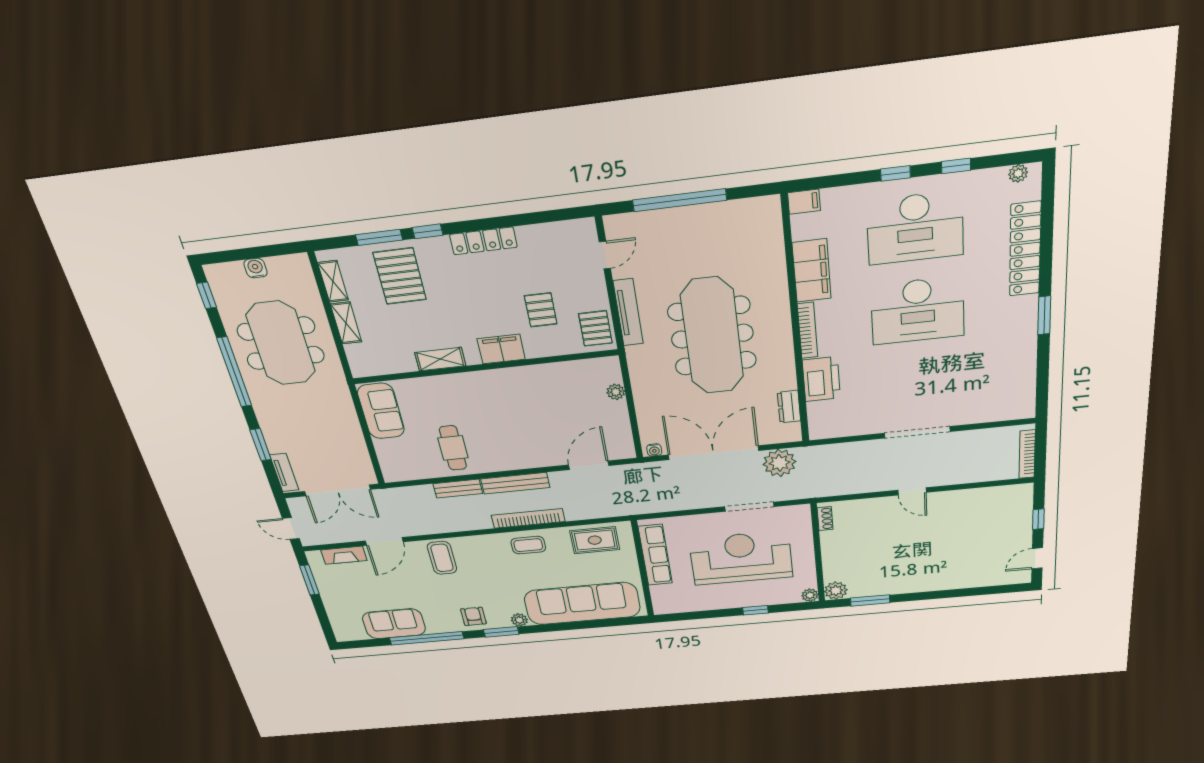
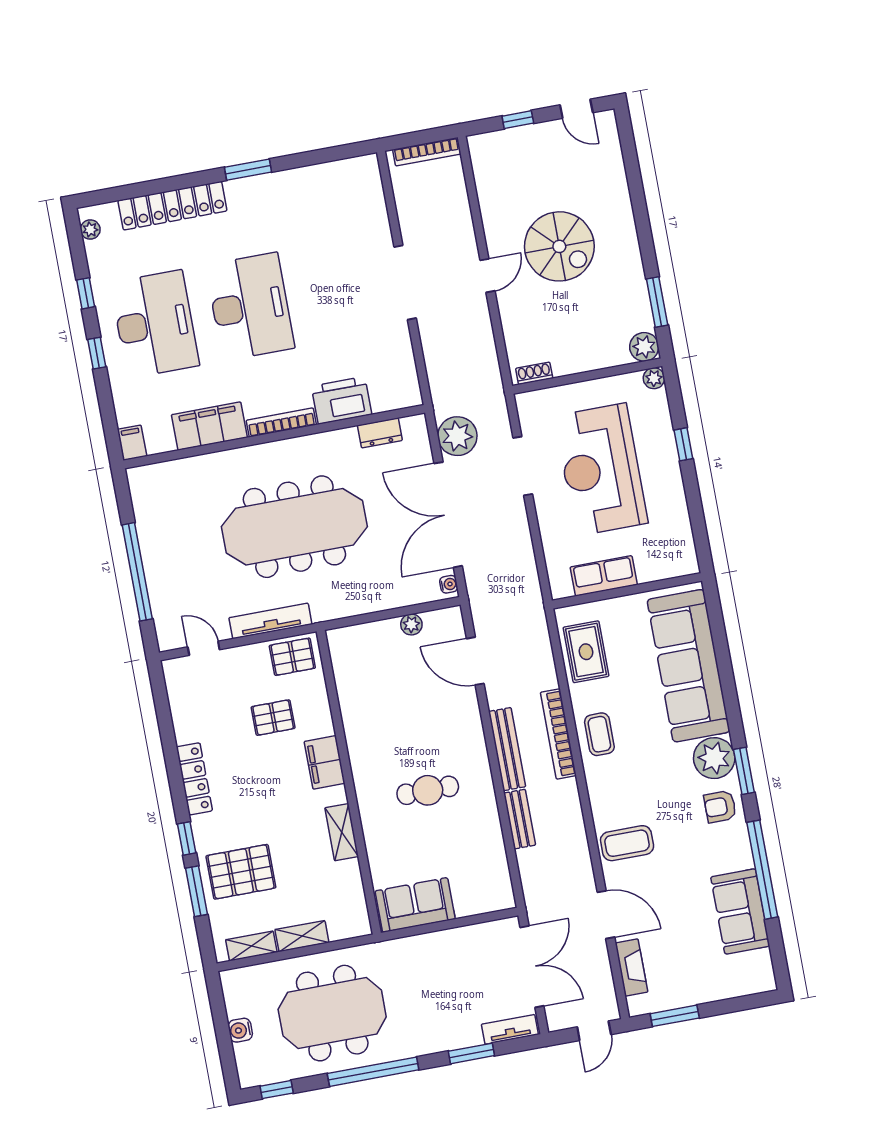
plant: (616, 392) -> (411, 624), moved
cafe table: (453, 448) -> (428, 790), moved
spiral stairs: (927, 541) -> (559, 246), added
row of seats: (655, 555) -> (604, 576), width x0.68
plant: (519, 620) -> (714, 758), width x1.88, depth x1.88

